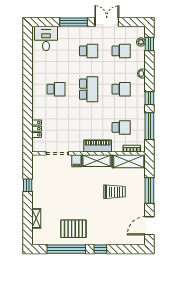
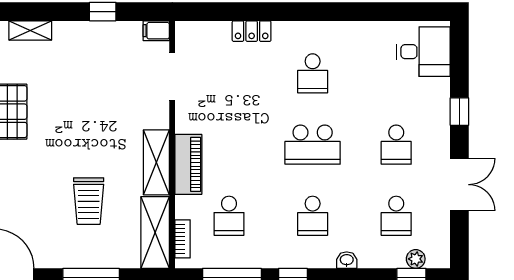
window: (73, 22) -> (459, 112), width x0.46
locker: (37, 129) -> (252, 31), moved
filing cabinet: (76, 161) -> (156, 31), moved

